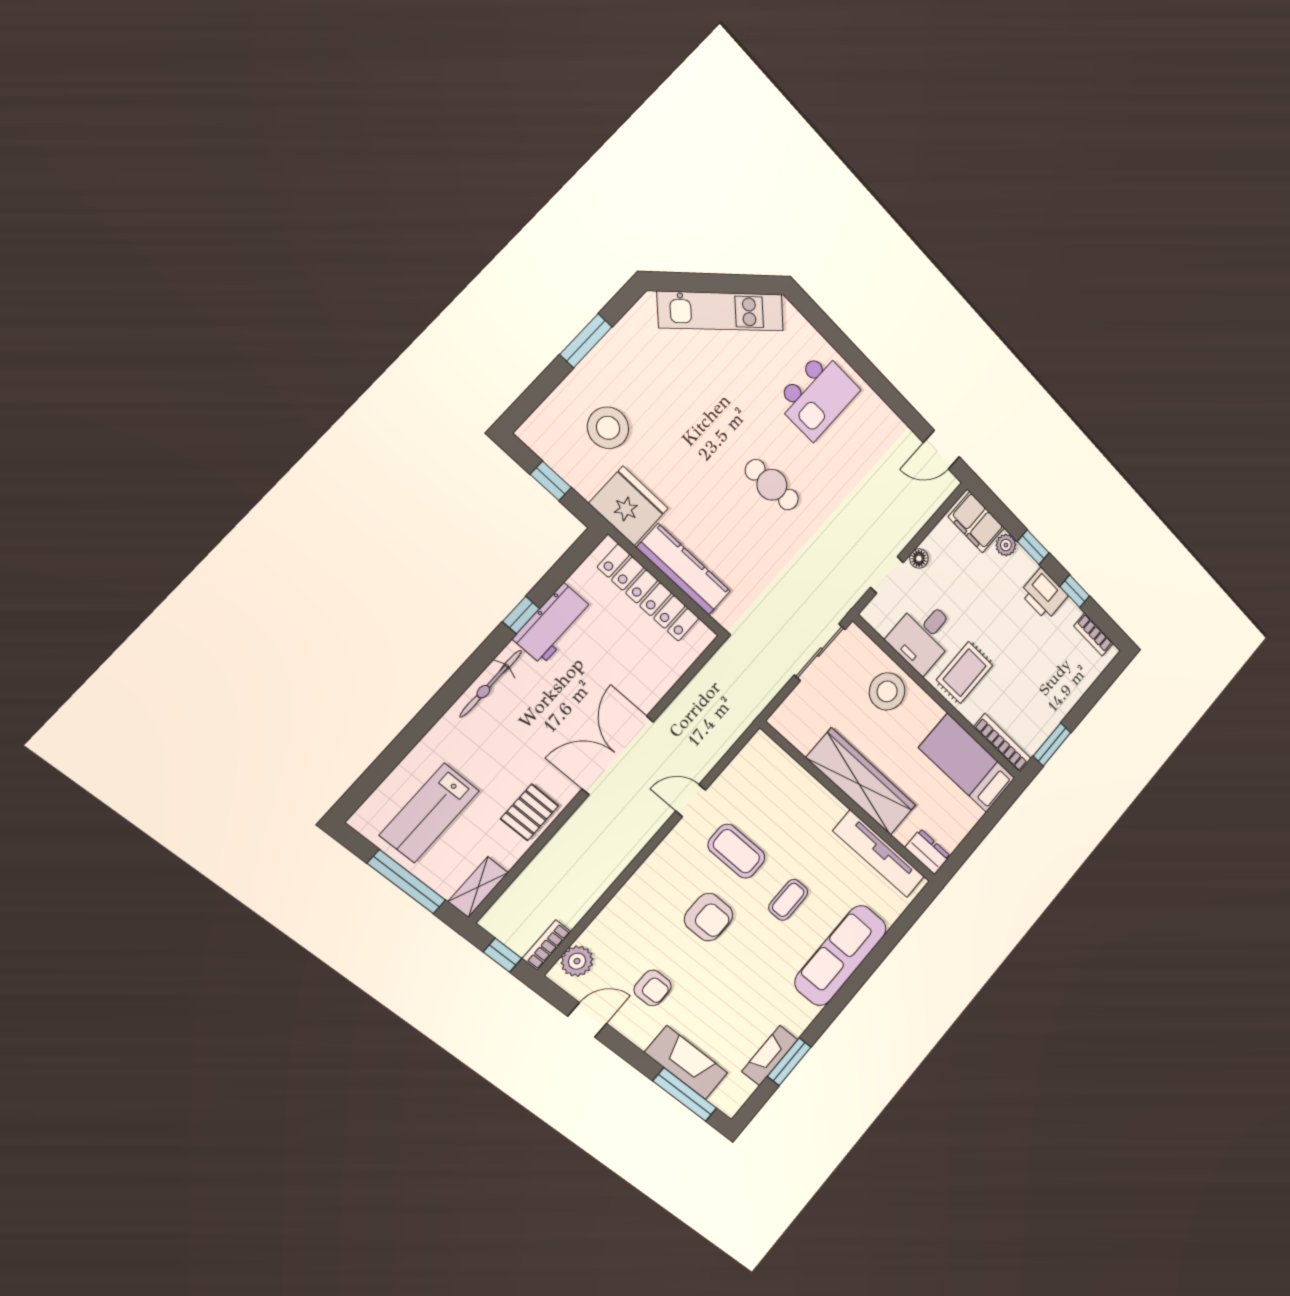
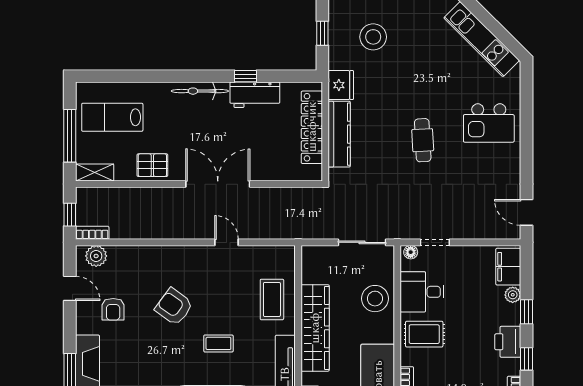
fridge: (629, 506) -> (341, 85), width x0.73, depth x0.75
floor lamp: (919, 558) -> (411, 252), moved
coffee table: (736, 851) -> (272, 299), moved
armchair: (709, 917) -> (174, 307), turned 126

